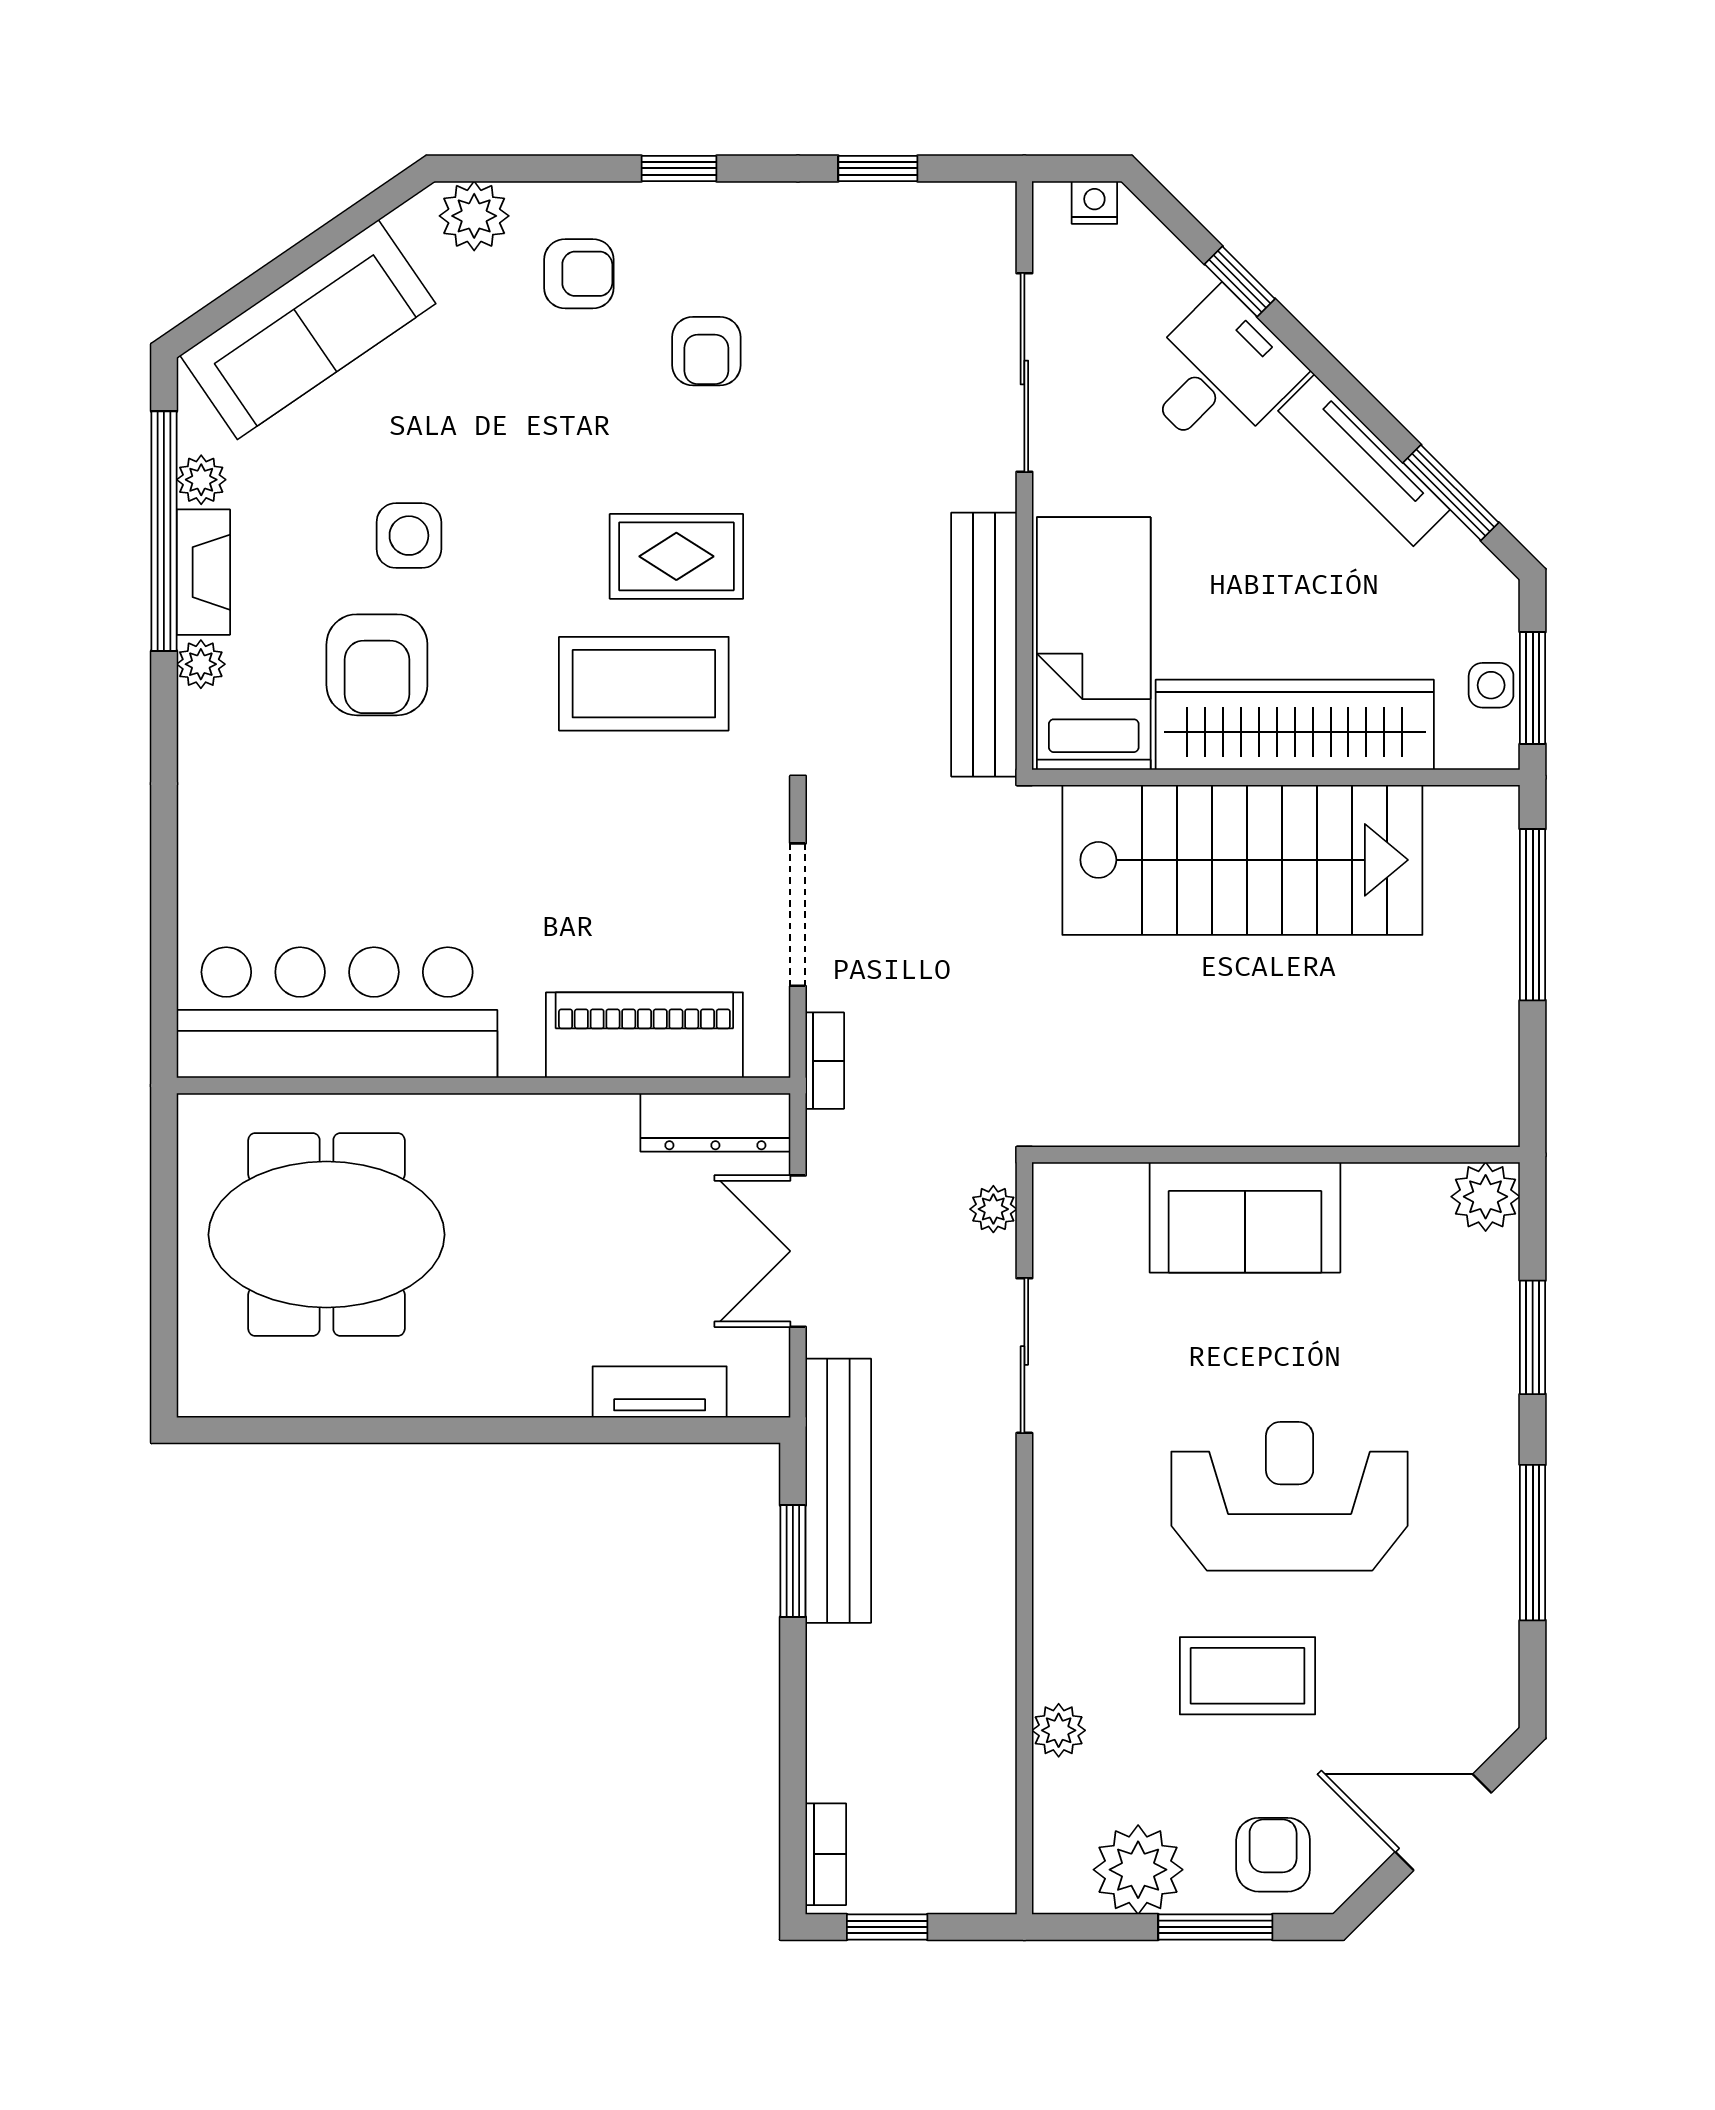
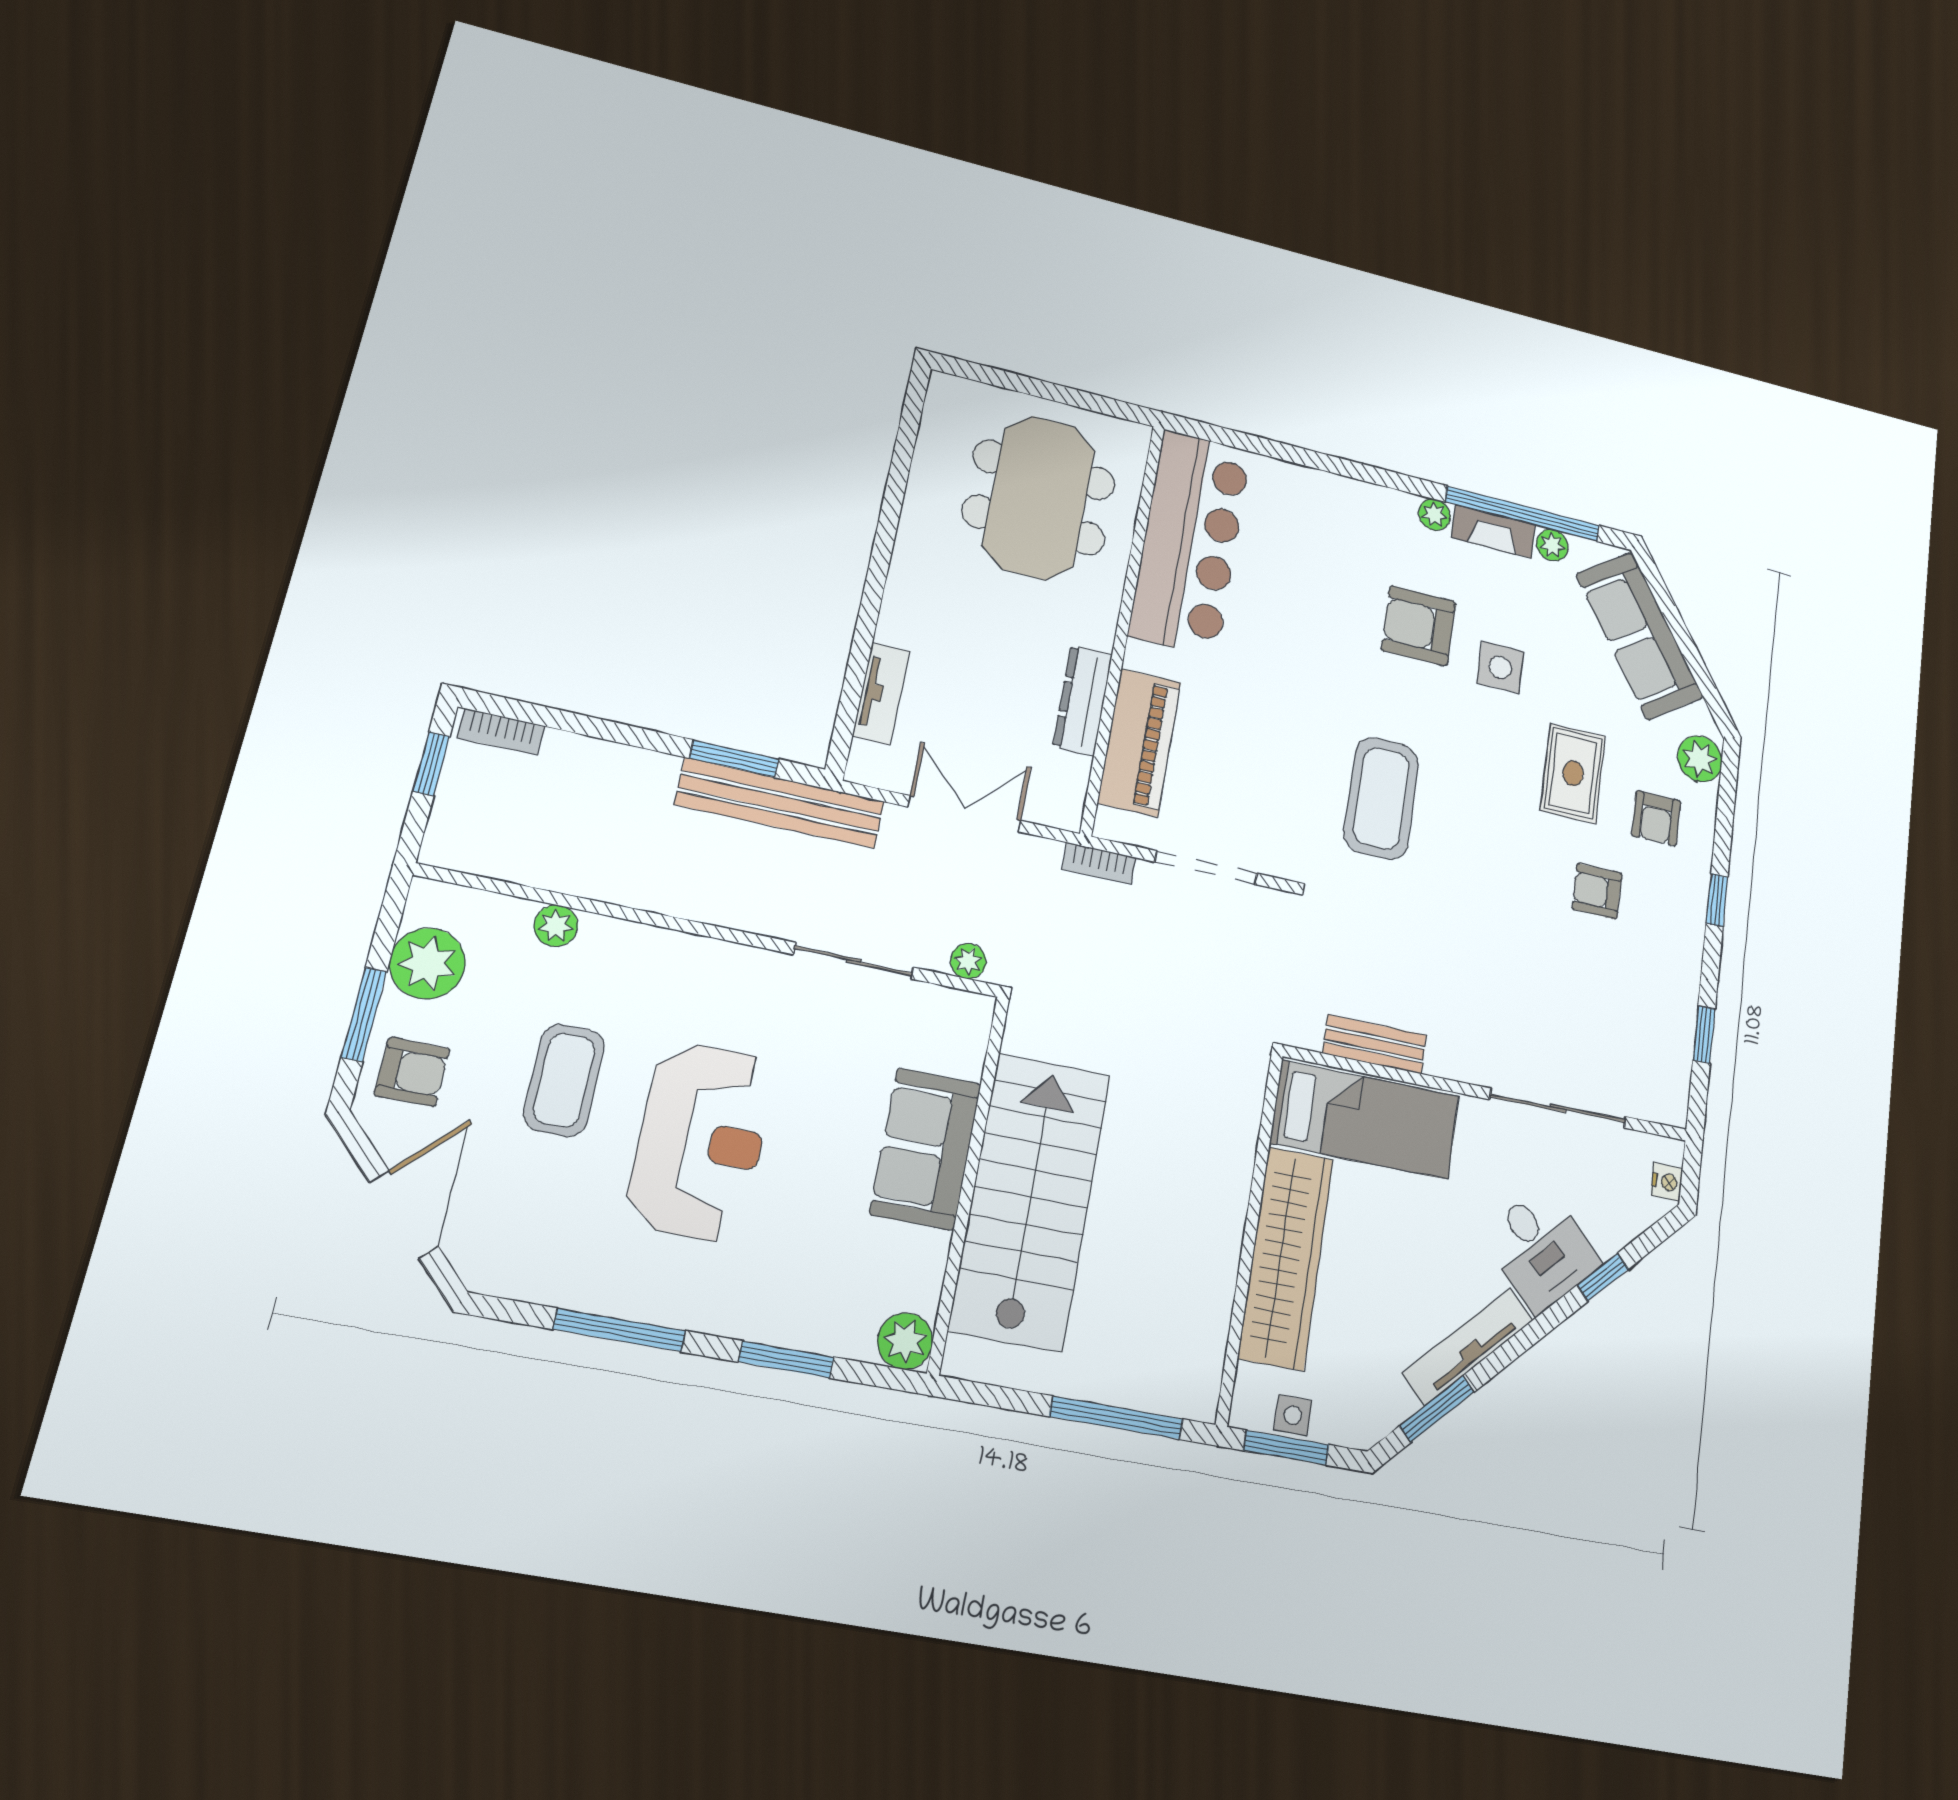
rug: (676, 556) -> (1573, 773), moved
bench: (984, 645) -> (1375, 1044), width x0.54, depth x0.82
stairs: (1242, 860) -> (1030, 1201), moved, turned 180
dresser: (715, 1122) -> (1083, 700), moved

